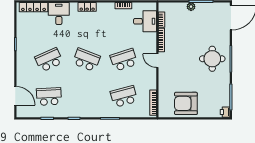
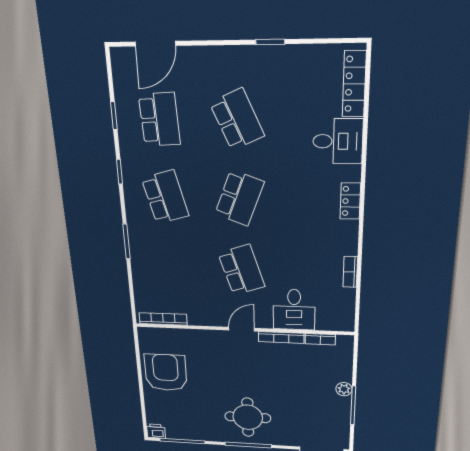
desk: (145, 21) -> (294, 310), moved
school desk: (124, 96) -> (165, 197), moved

